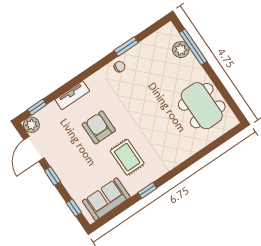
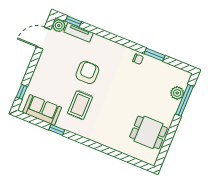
tv unit: (72, 95) -> (79, 32), moved
dining table: (202, 106) -> (149, 132), width x0.73
window: (52, 176) -> (33, 63), removed
window: (147, 190) -> (57, 130), moved

